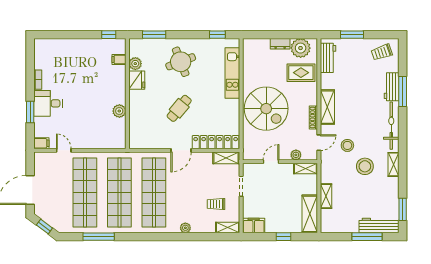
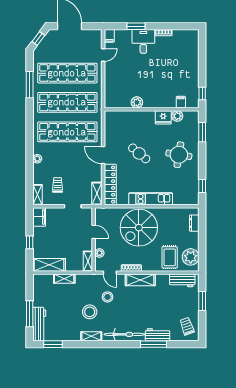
dresser: (280, 44) -> (194, 223), moved
round table: (181, 62) -> (179, 155), turned 30
kitchen unit: (232, 73) -> (151, 199), moved

